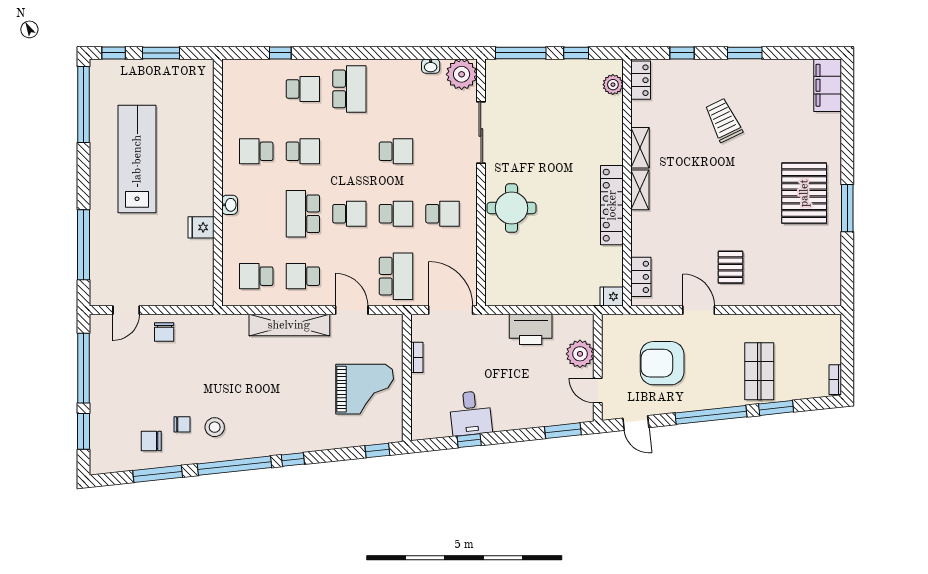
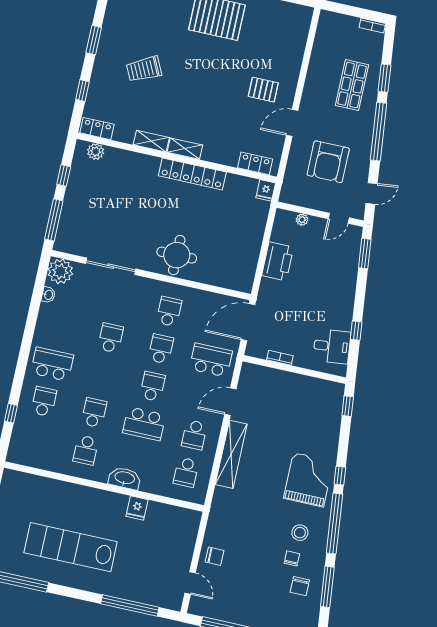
washbasin: (230, 205) -> (125, 478), width x1.91, depth x1.45
plant: (580, 354) -> (302, 220), width x0.53, depth x0.53
shop shelf: (759, 371) -> (352, 85), turned 90
grand piano: (365, 389) -> (308, 480), moved
desk: (471, 413) -> (332, 346), moved

